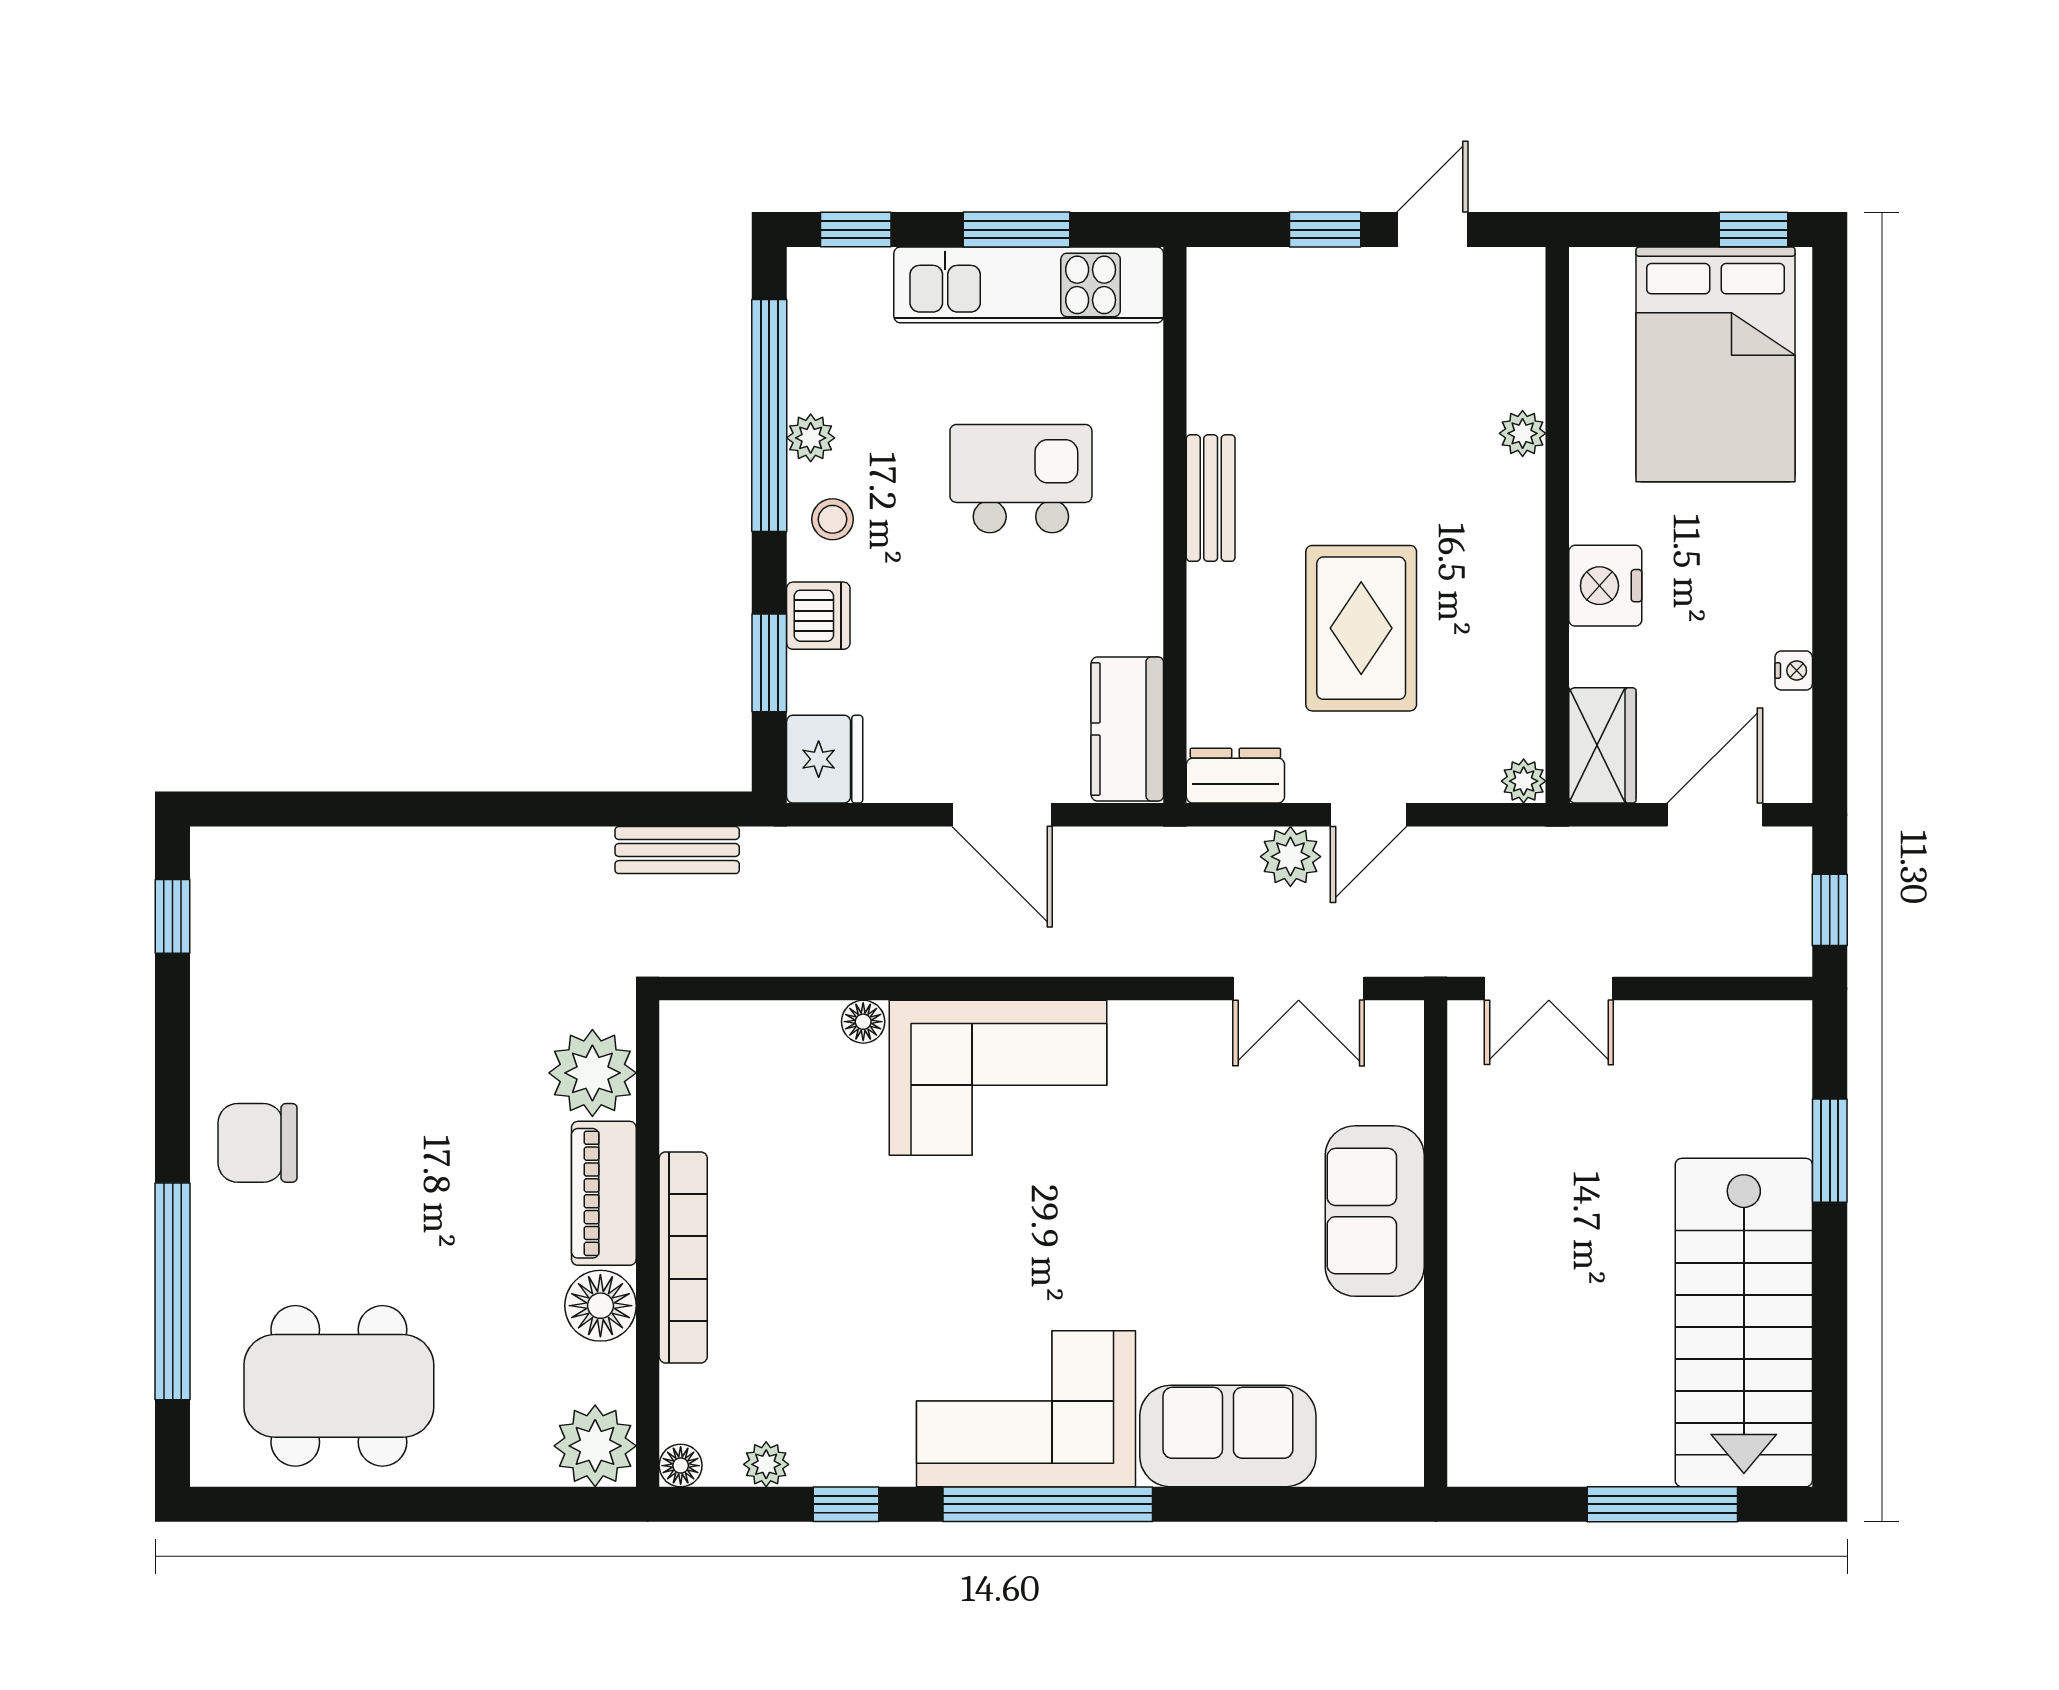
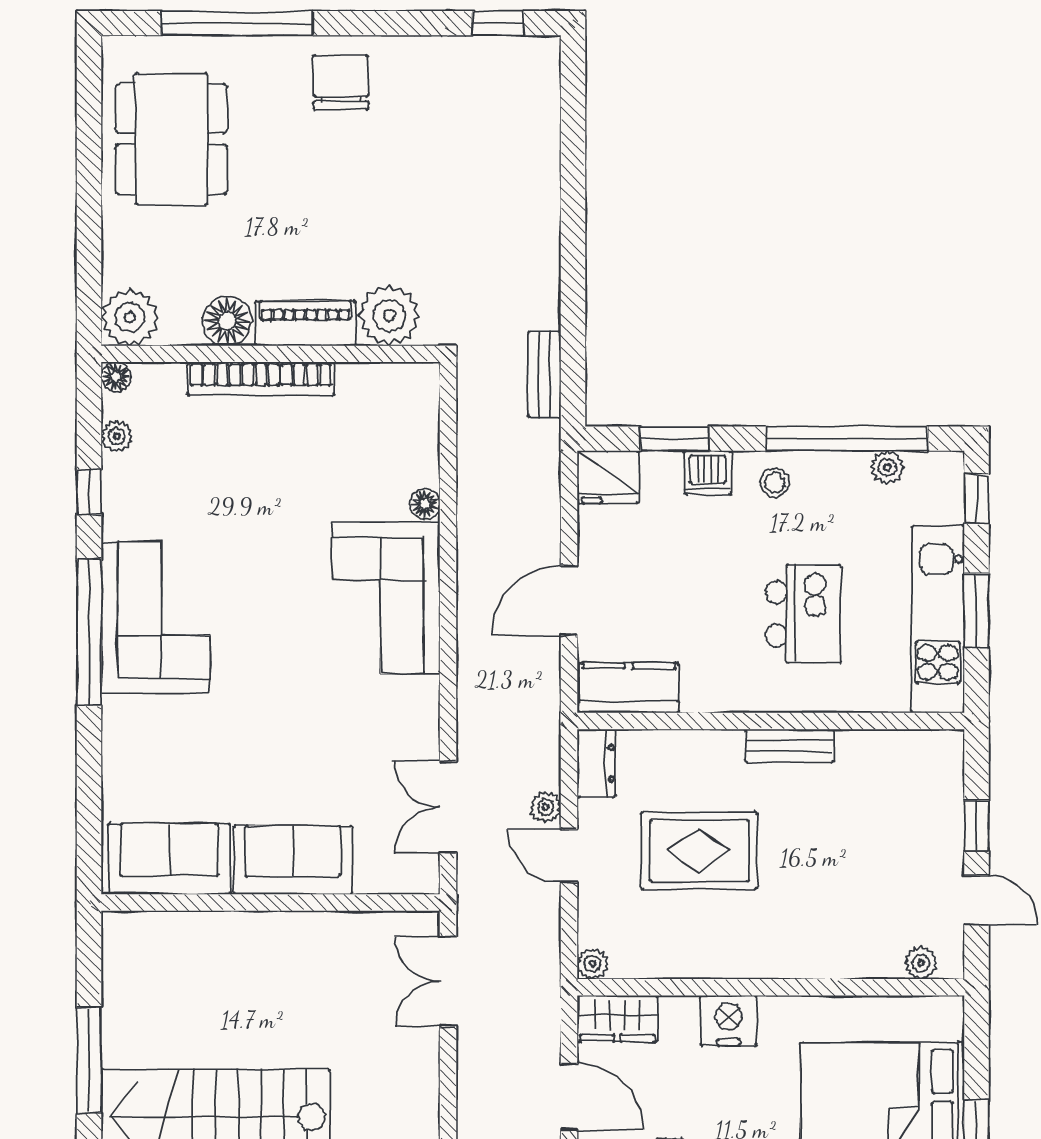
plant: (1523, 433) -> (921, 963), moved
plant: (811, 438) -> (887, 467), moved
plant: (1290, 857) -> (546, 807), width x0.73, depth x0.73
sofa: (1228, 1436) -> (169, 859), moved, turned -90

